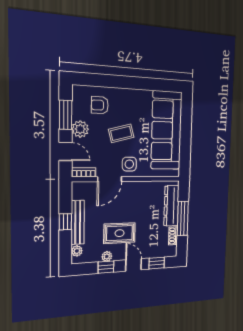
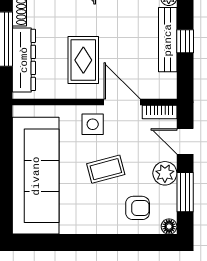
floor lamp: (78, 90) -> (169, 227), added
door: (110, 179) -> (122, 102), hinge flipped
rug: (120, 233) -> (83, 60), moved, turned 90

